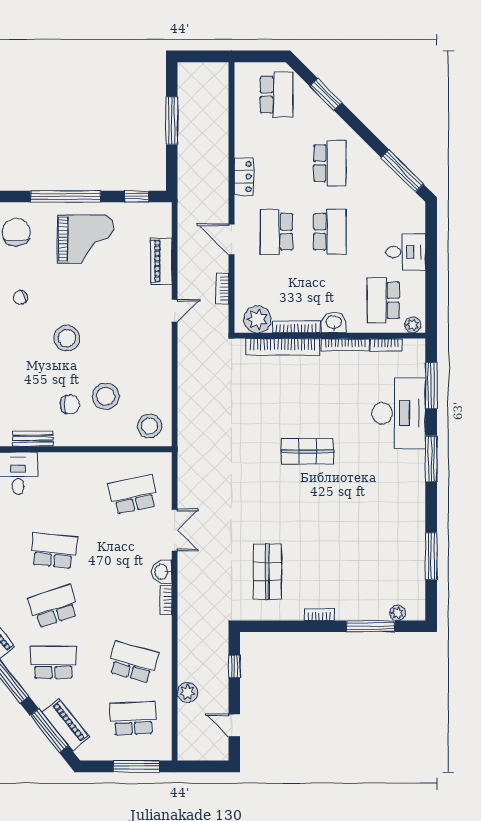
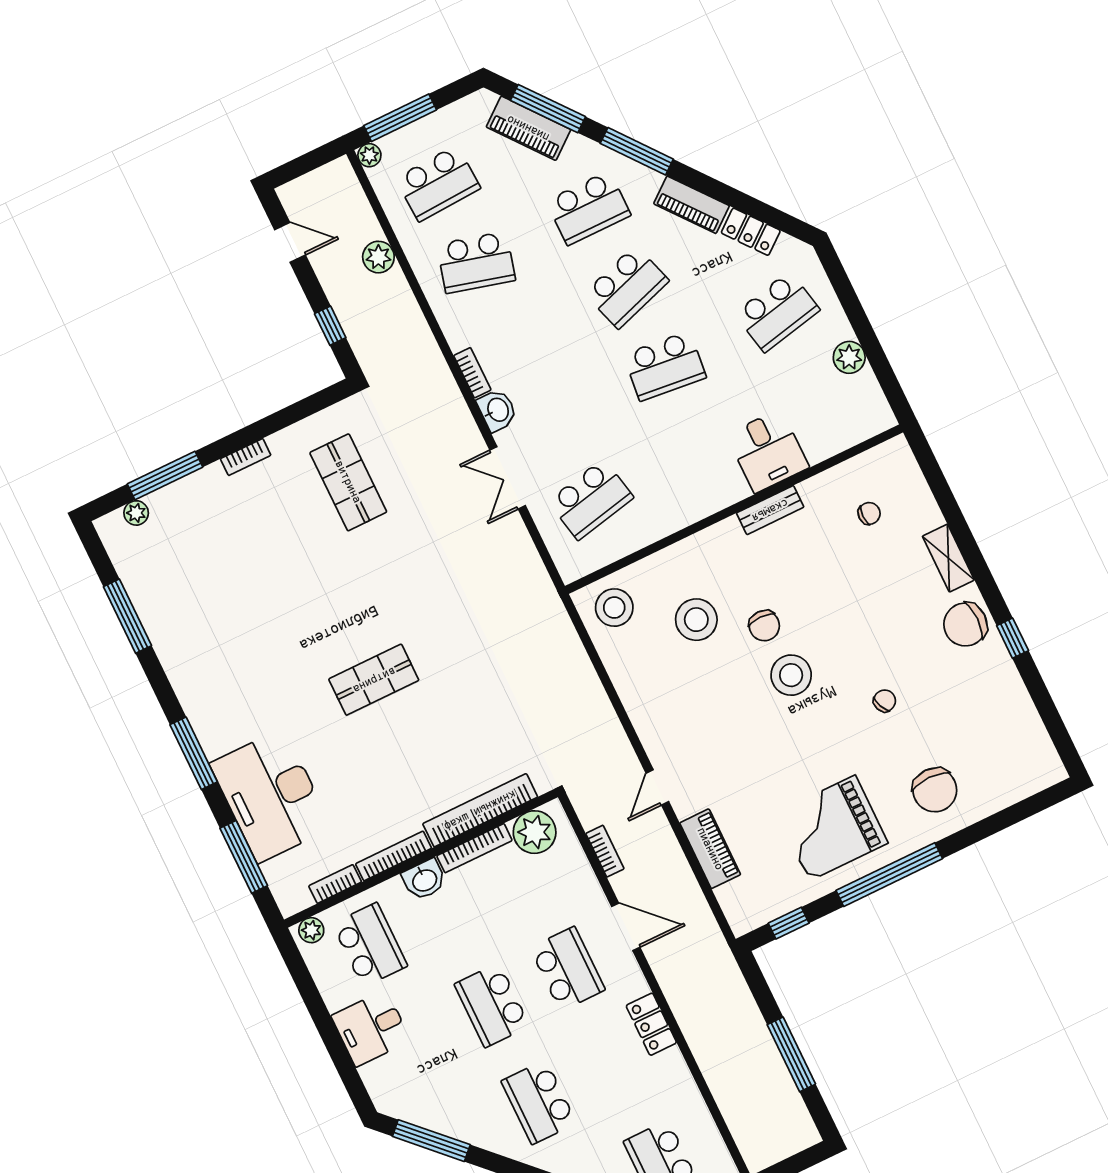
chair: (70, 404) -> (764, 626), moved, turned -90
plant: (164, 753) -> (369, 155), added

